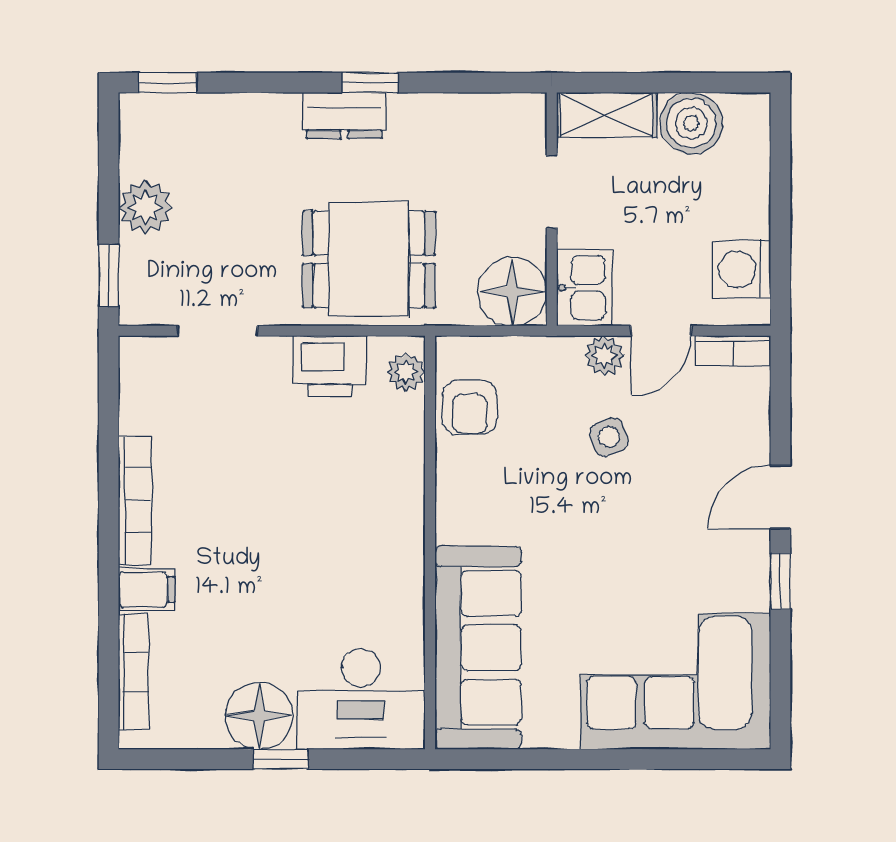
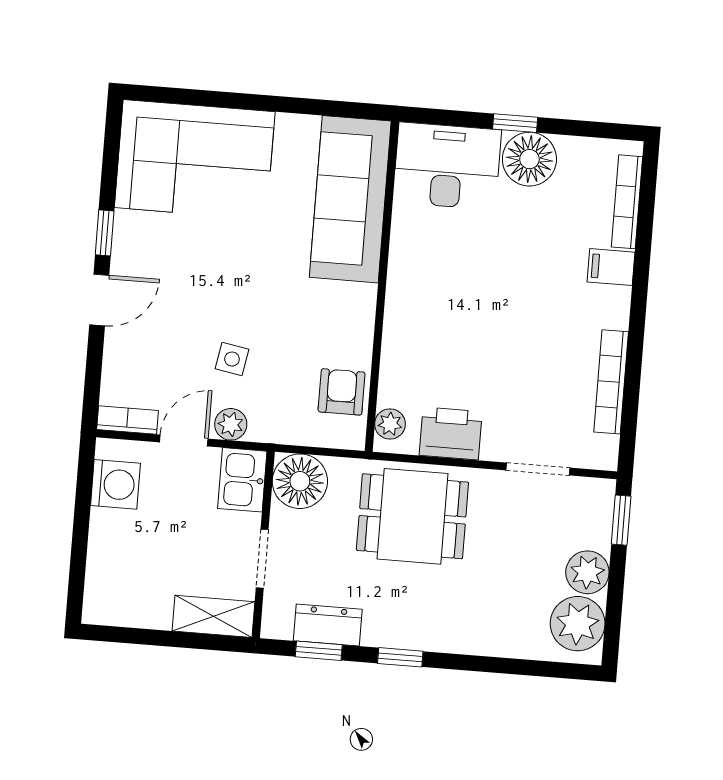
window: (168, 83) -> (319, 651), moved
dresser: (344, 115) -> (328, 625), moved
boiler: (691, 123) -> (146, 604), removed
plant: (152, 142) -> (578, 624), added
side table: (609, 437) -> (232, 359), turned 30
bookcase: (135, 500) -> (611, 382), moved

